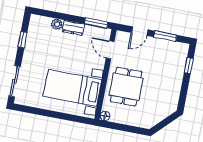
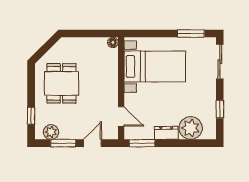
plant: (57, 24) -> (191, 128), width x1.88, depth x1.88
plant: (174, 48) -> (51, 132), added
dining table: (126, 87) -> (61, 83), moved
window: (35, 111) -> (191, 33), added

